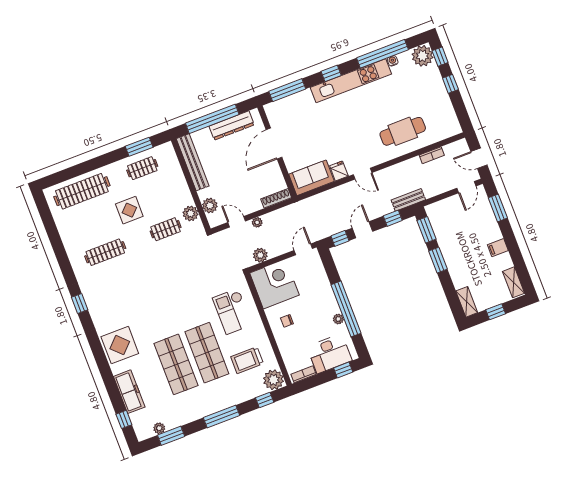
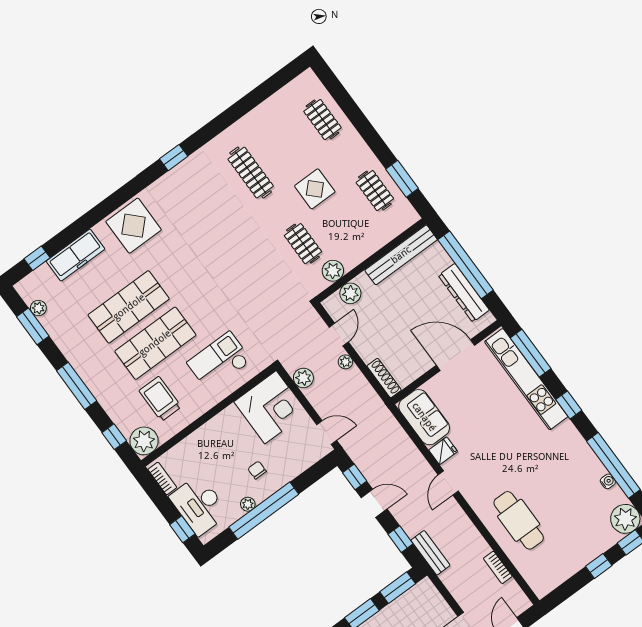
kitchen unit: (351, 81) -> (526, 379), moved
clothes rail: (82, 191) -> (322, 120), width x0.54, depth x0.76
chair: (287, 321) -> (257, 470), moved

